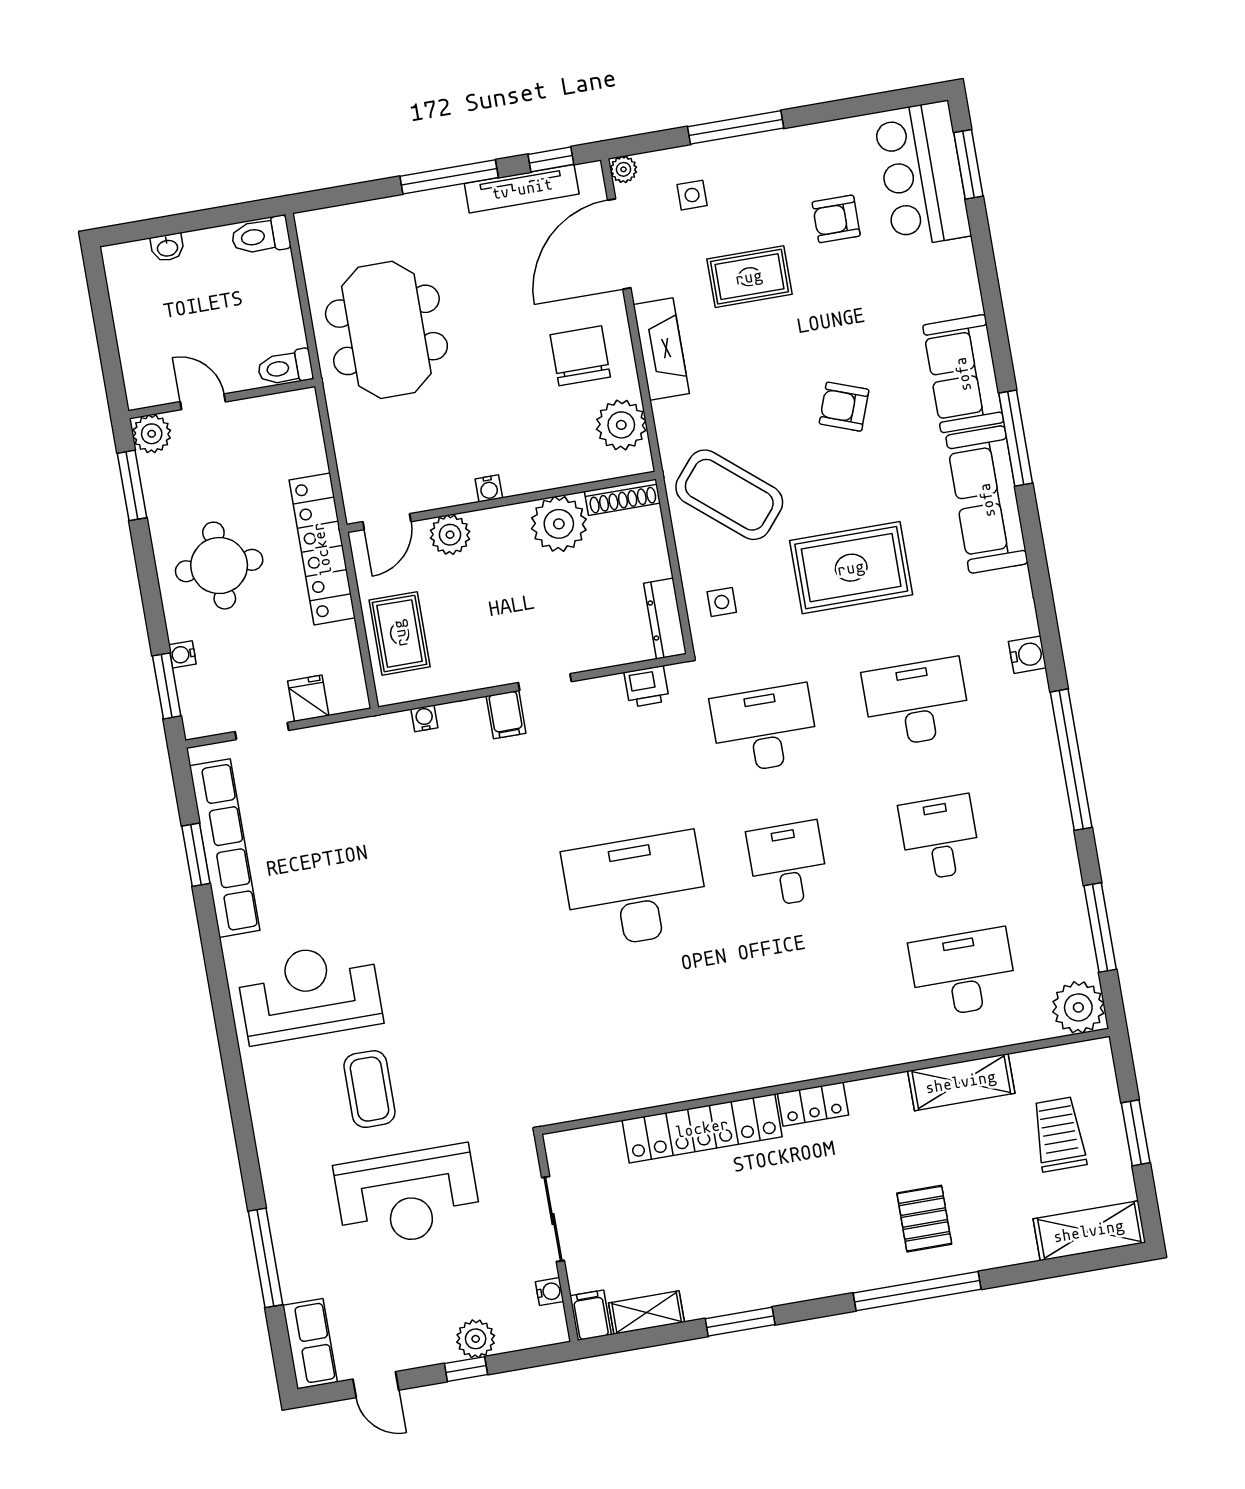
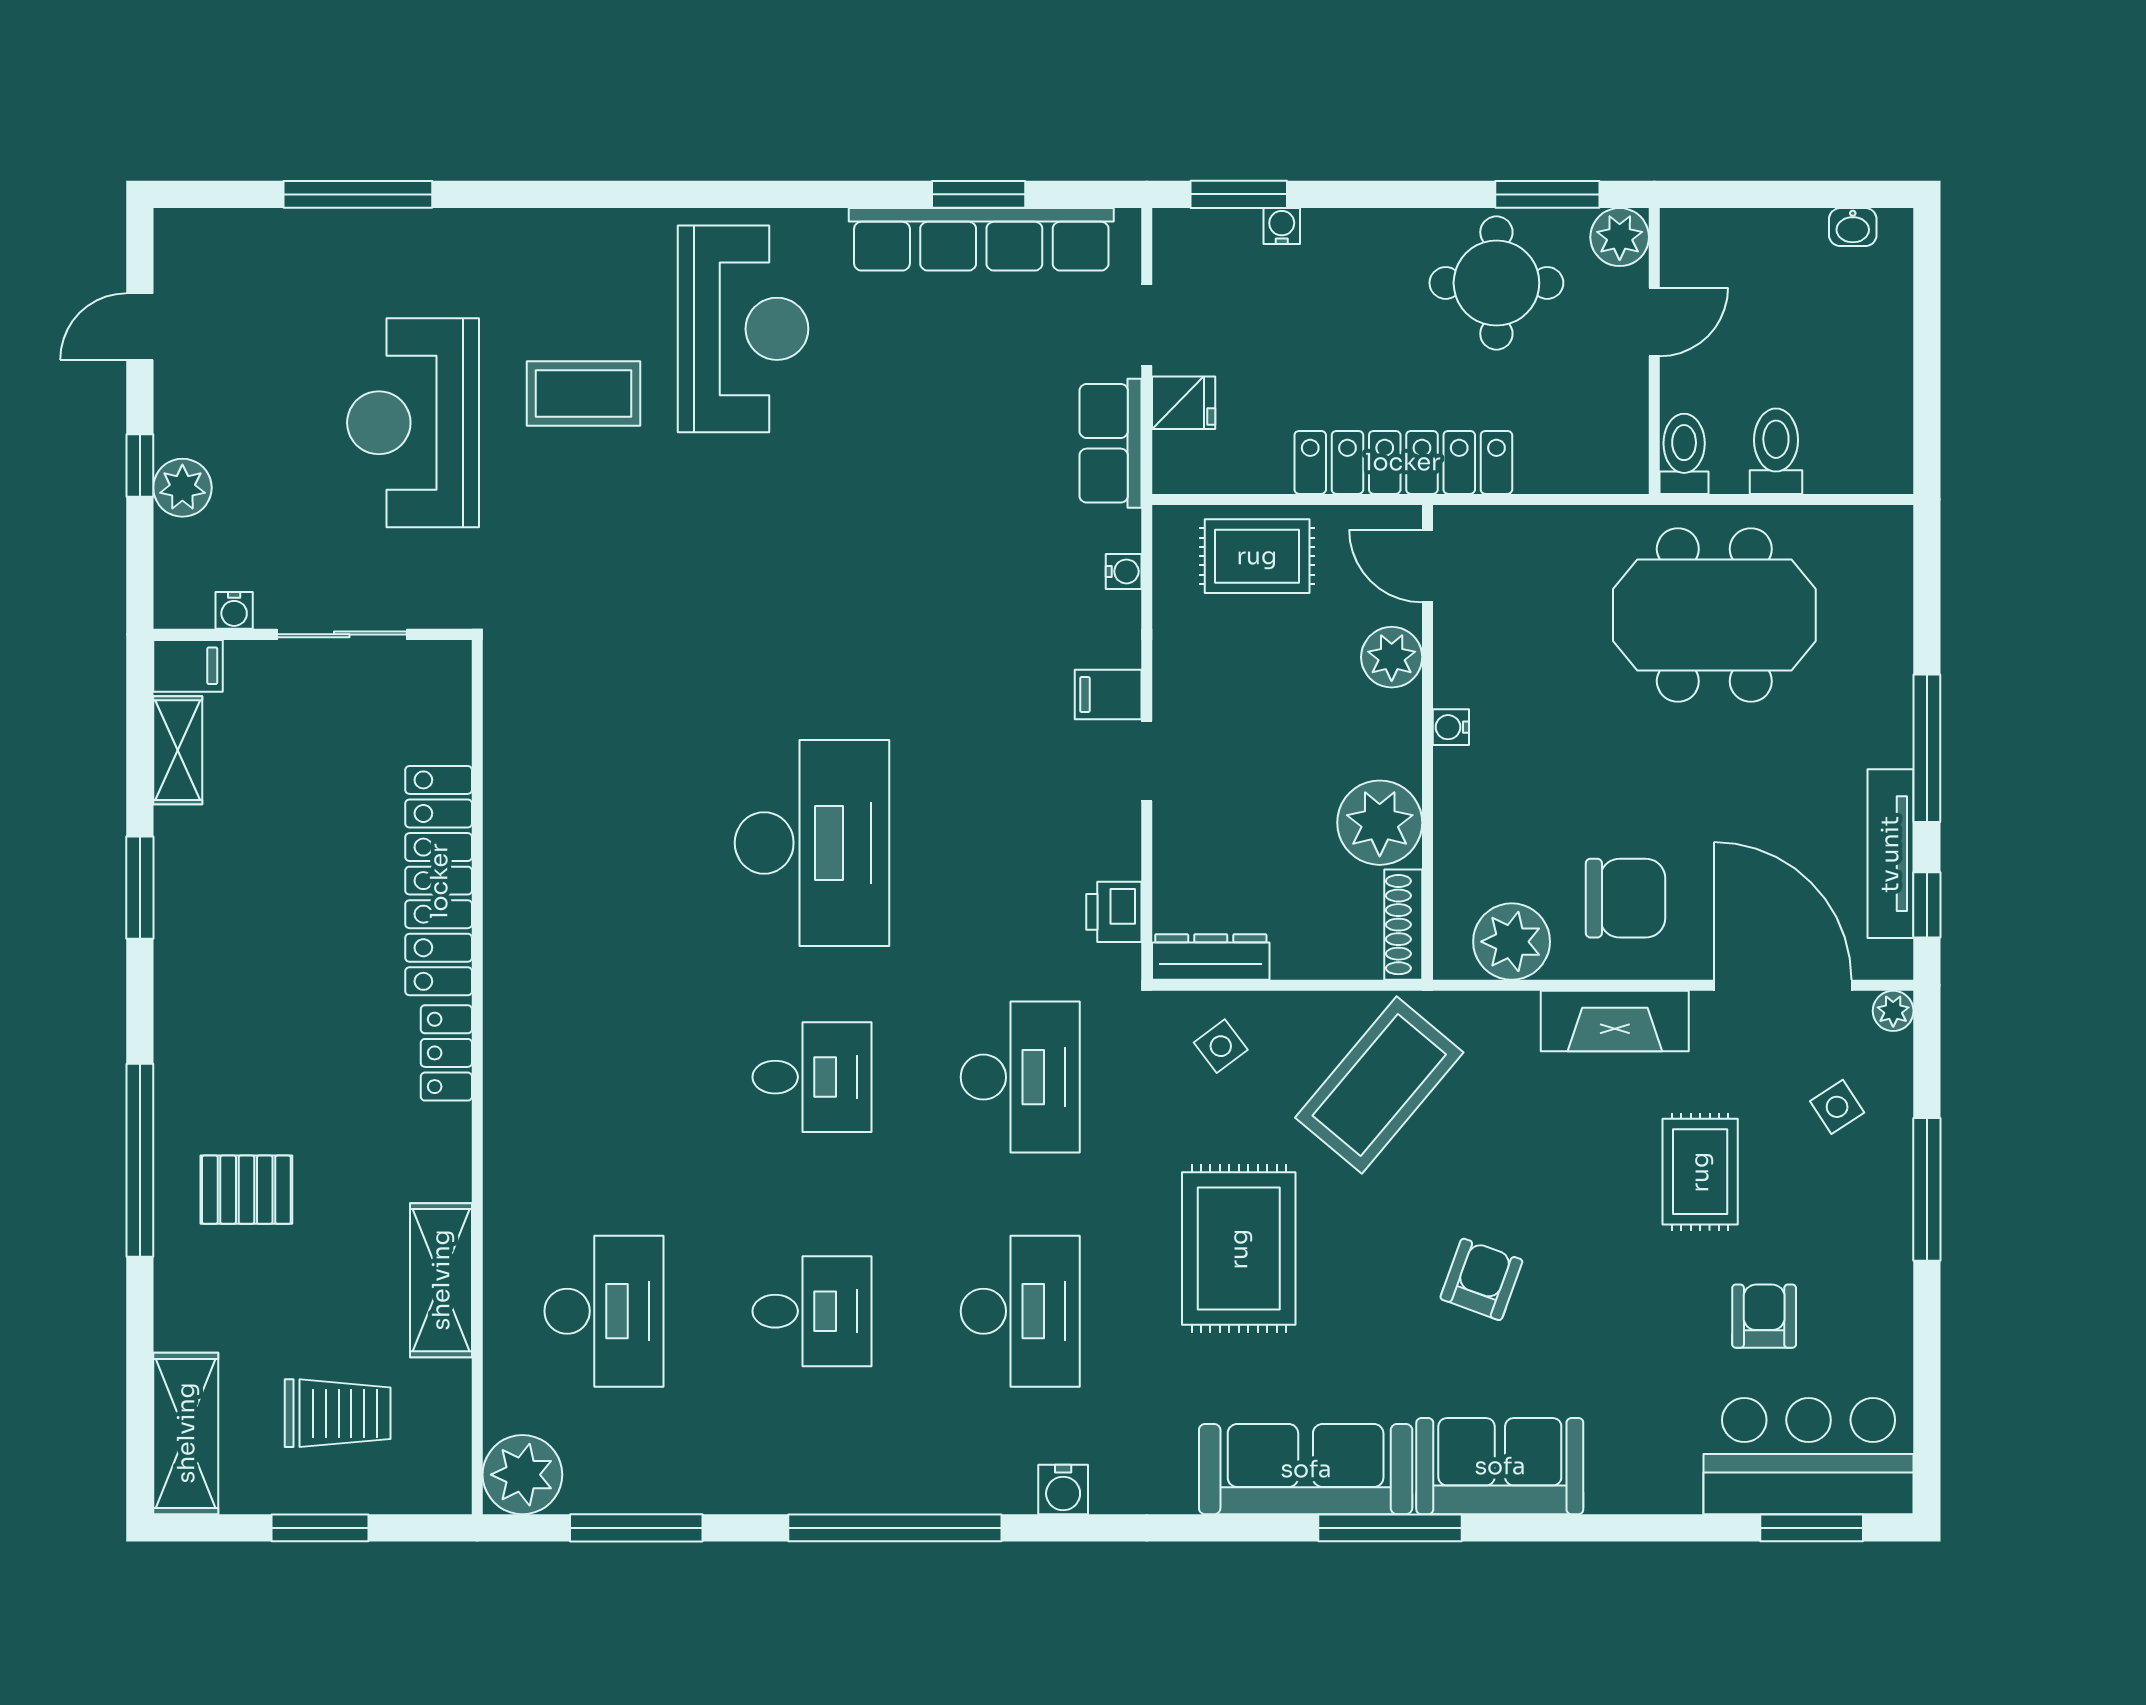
side table: (692, 195) -> (1837, 1107), turned -33
toilet: (261, 236) -> (1776, 451), moved
washbasin: (167, 247) -> (1853, 227), moved, turned -90
round table: (219, 566) -> (1496, 283), moved
side table: (722, 602) -> (1221, 1046), turned -37
row of seats: (310, 1344) -> (1110, 443), moved, turned 90

